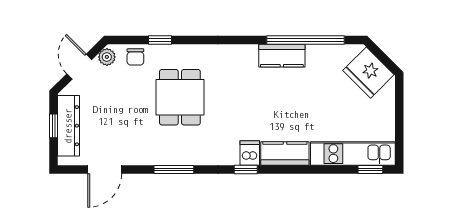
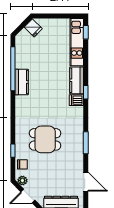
fridge: (368, 73) -> (33, 28), width x0.53, depth x0.75
window: (246, 170) -> (86, 92), moved

